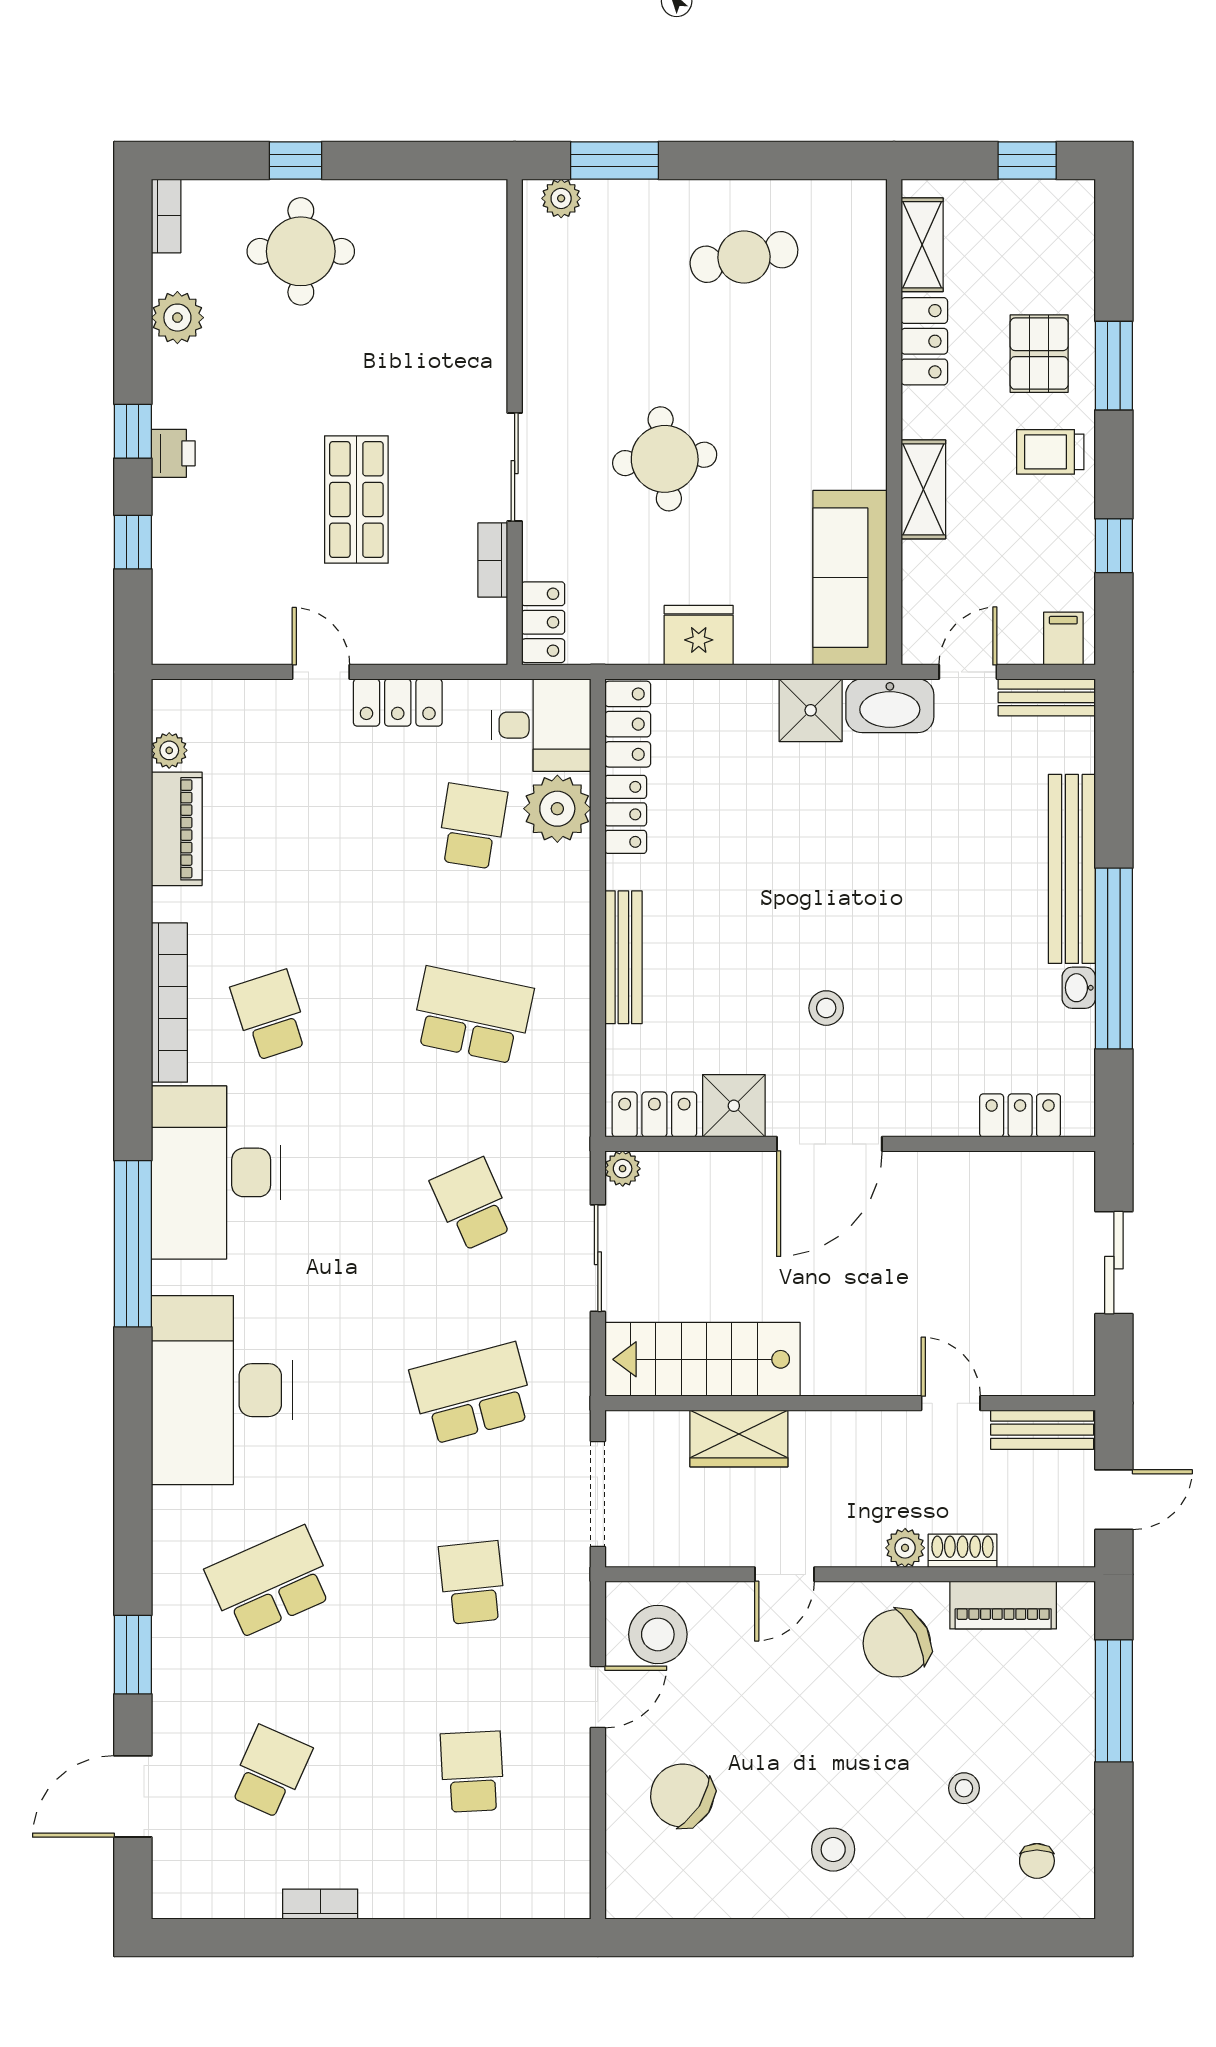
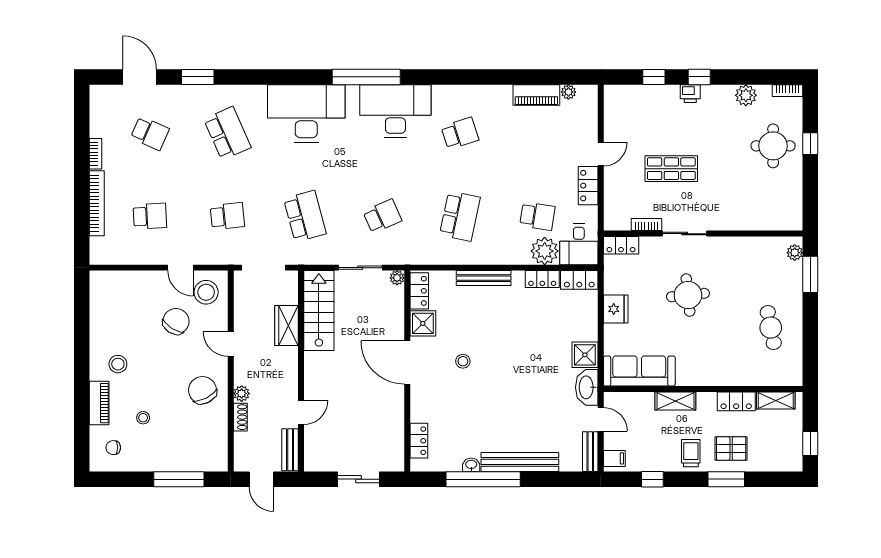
bookcase: (169, 1003) -> (97, 203), moved, turned -90
piano: (1003, 1605) -> (99, 403), moved, turned 180
chair: (682, 1795) -> (176, 321), moved

